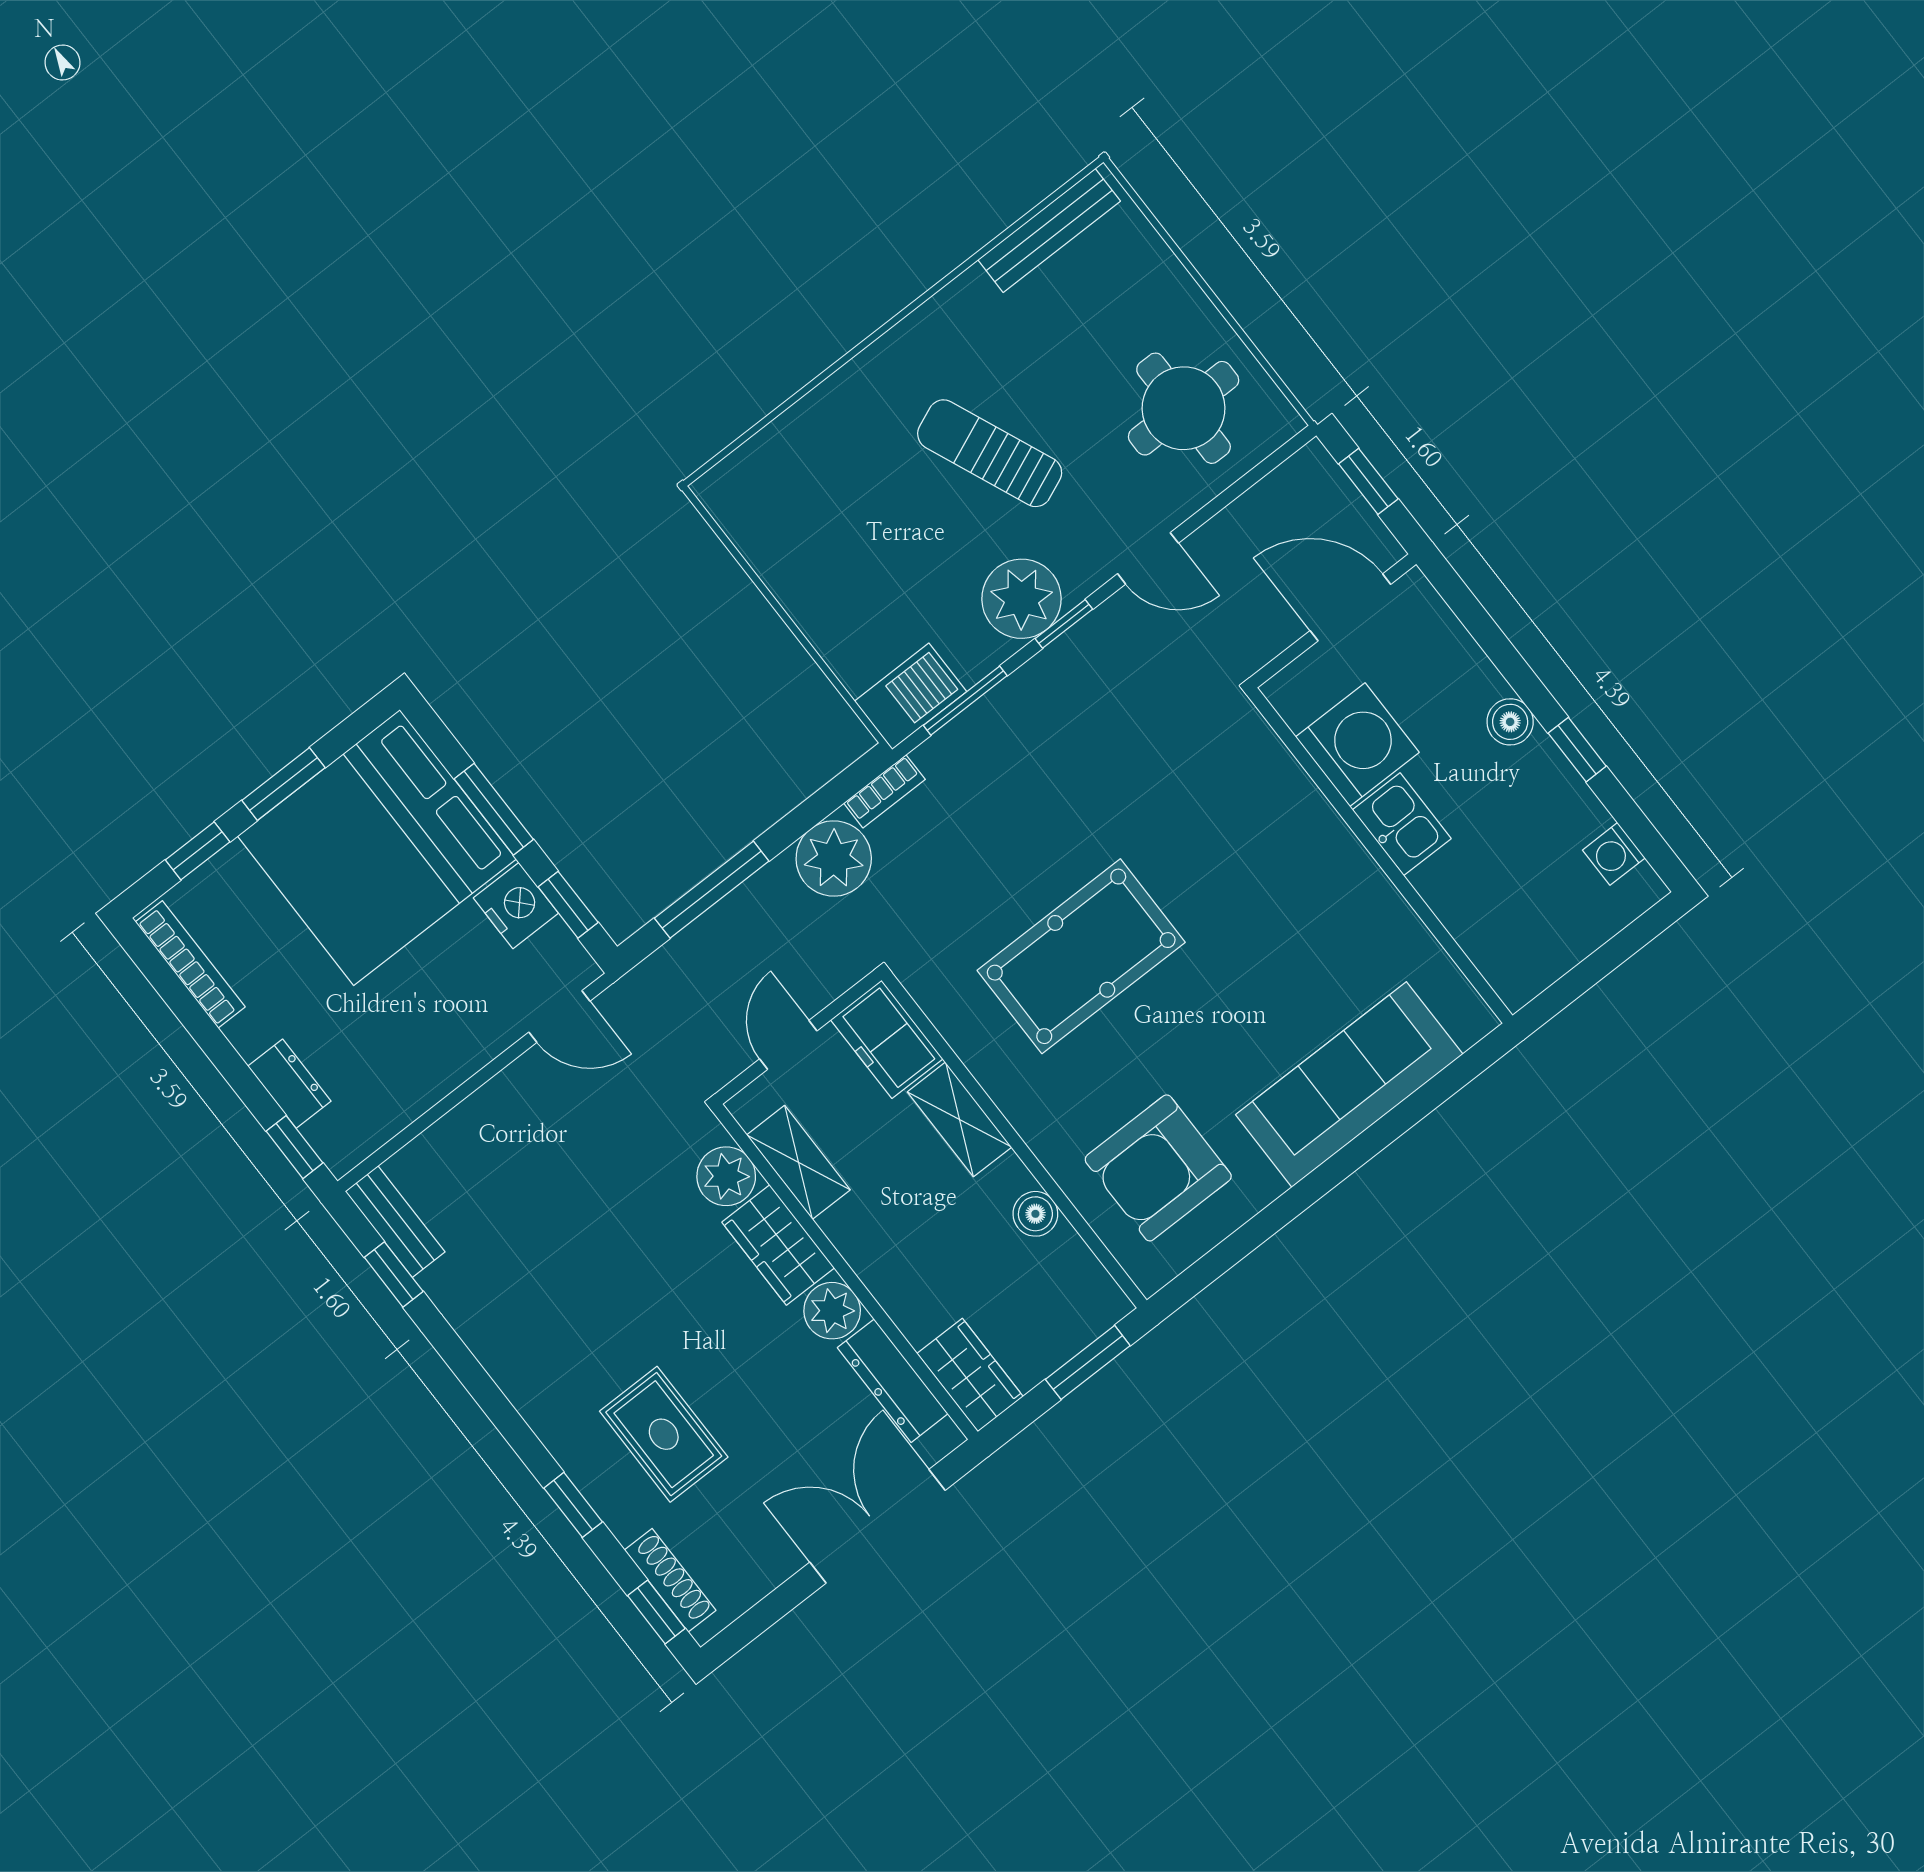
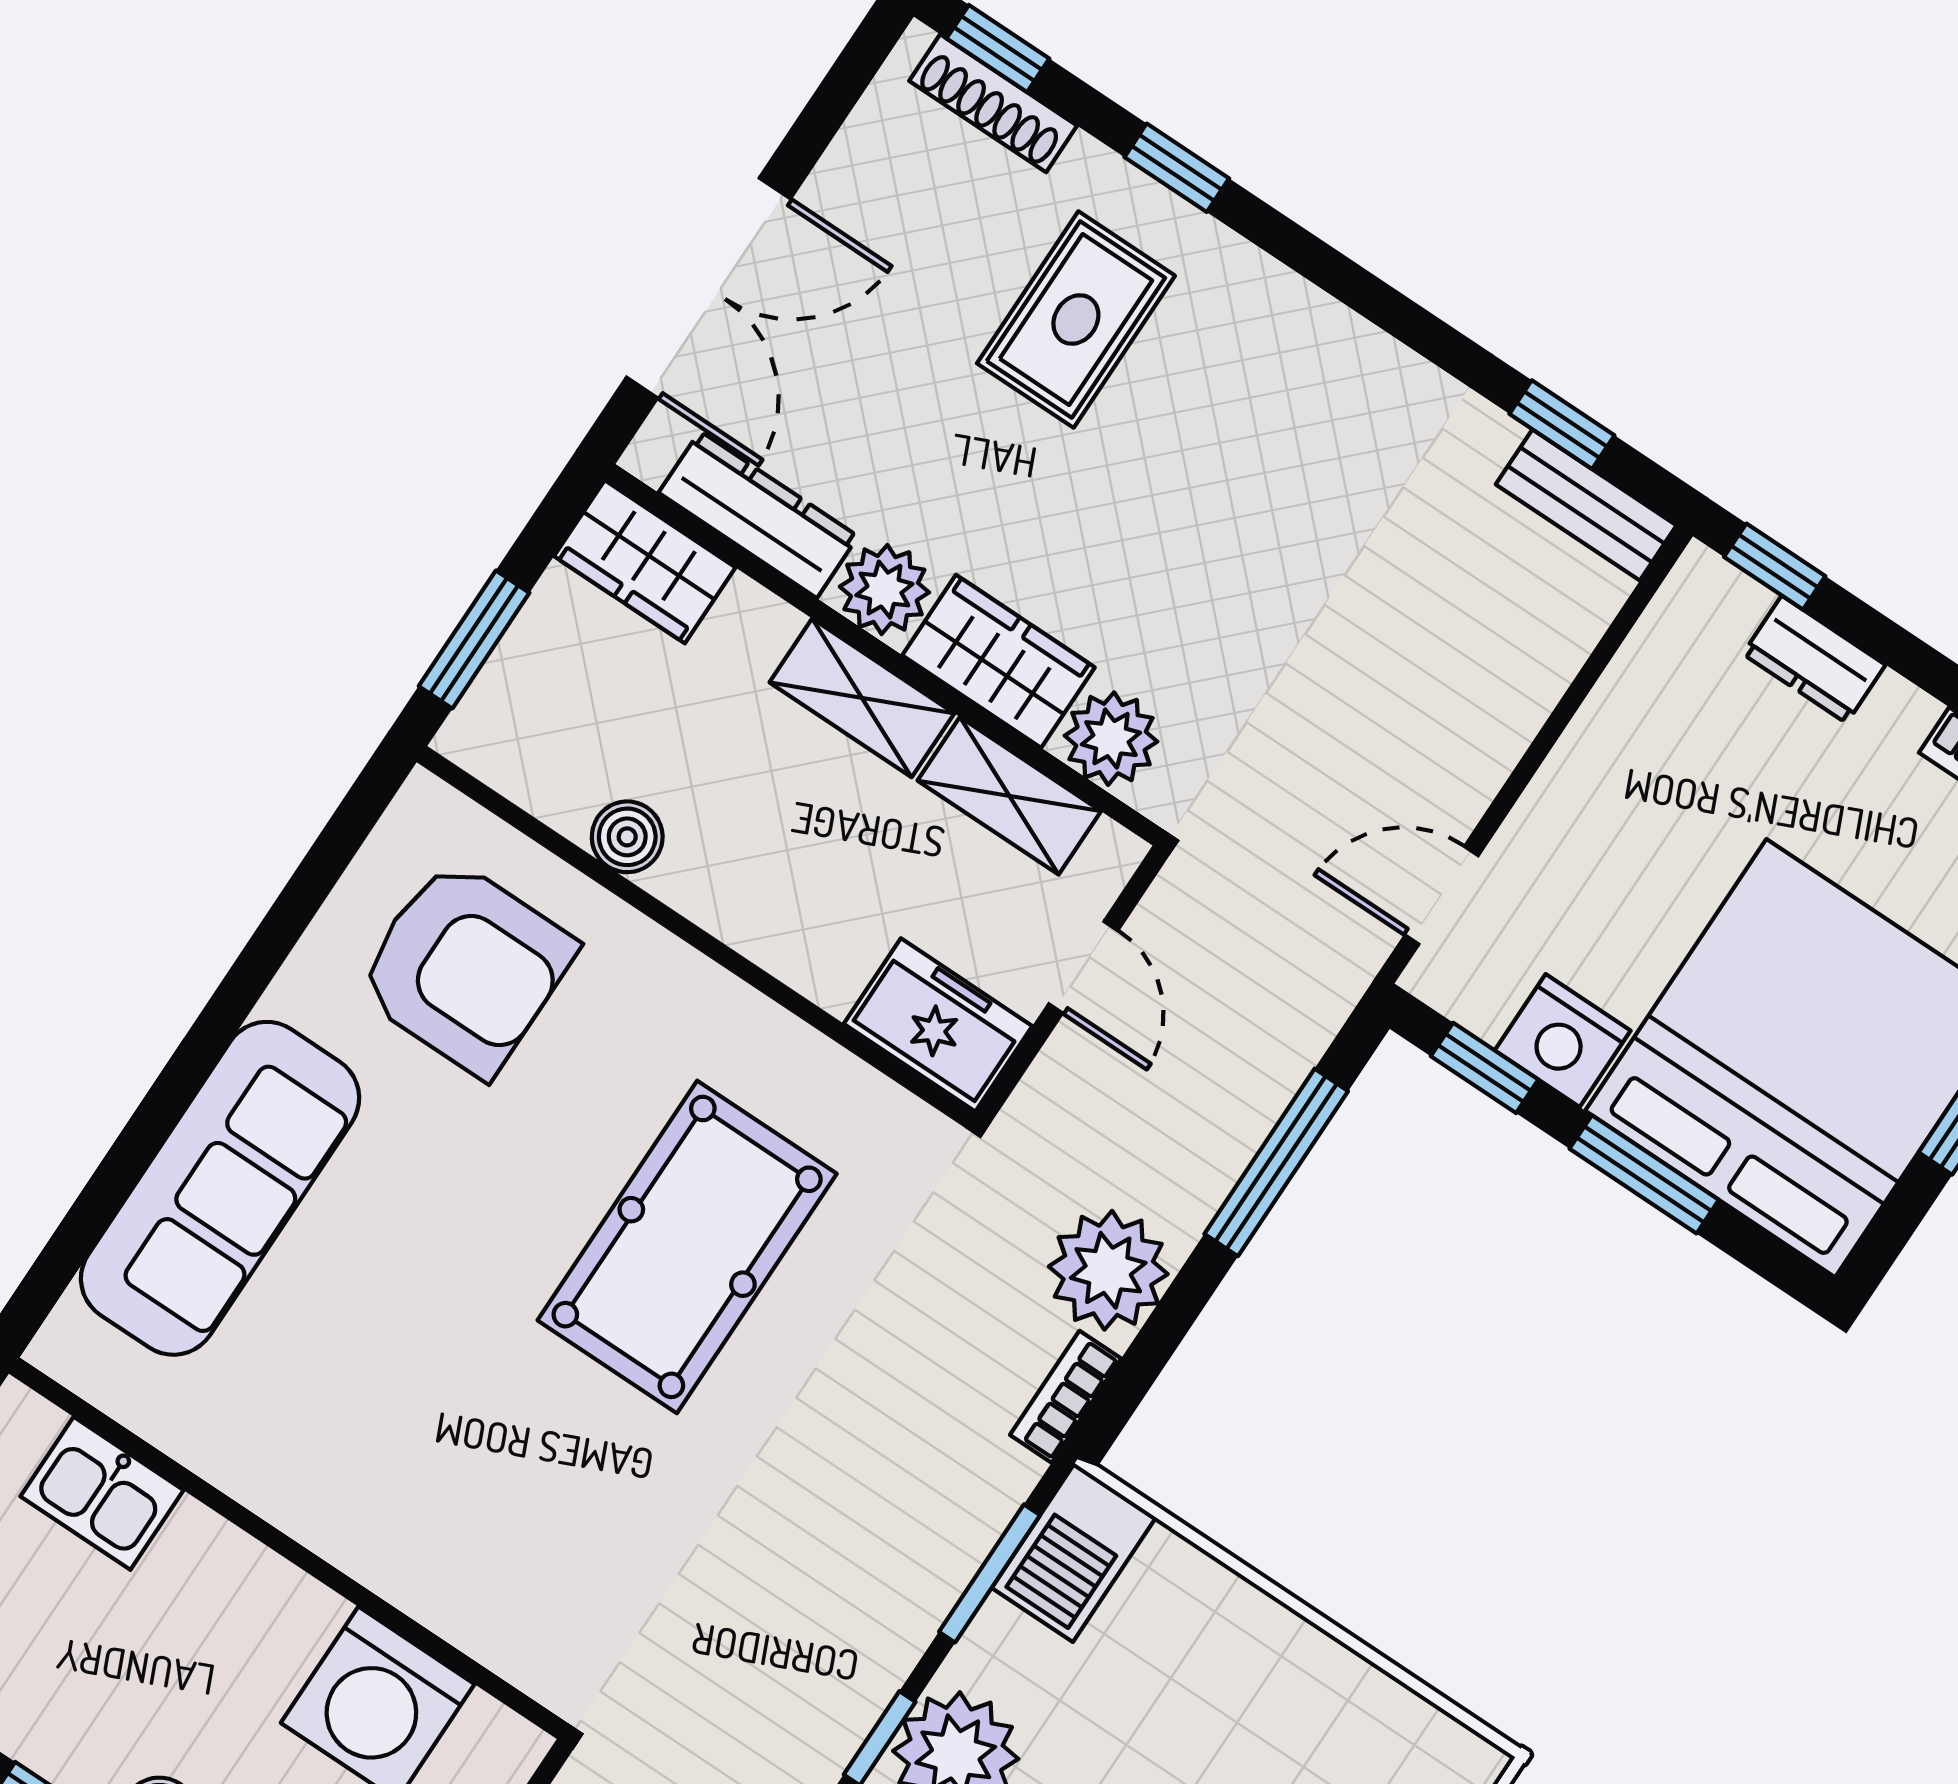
kitchen sink: (1402, 824) -> (102, 1493), moved
shelving: (959, 1119) -> (862, 698), moved
armchair: (1158, 1168) -> (465, 967), turned 90
rug: (664, 1434) -> (1076, 320), turned 90

